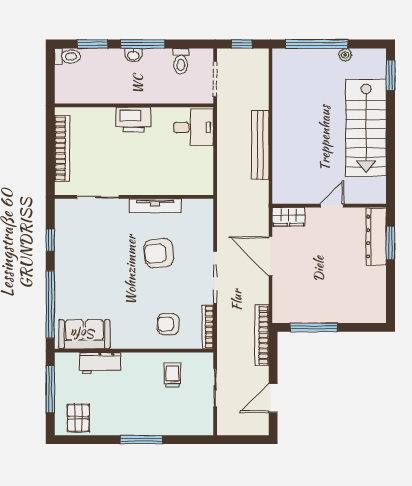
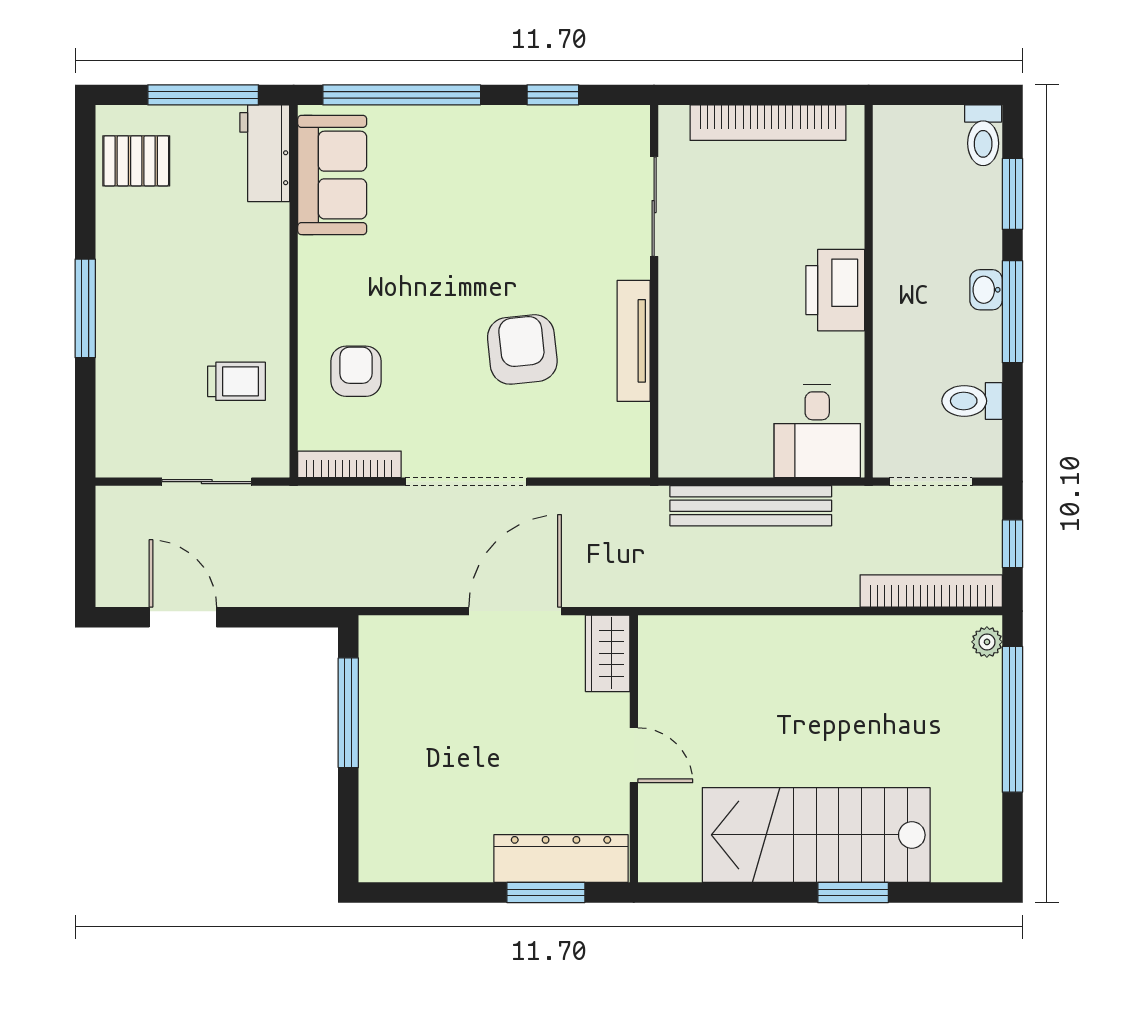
plant: (345, 55) -> (987, 642), moved
window: (391, 75) -> (853, 893), moved
bench: (260, 145) -> (751, 506), moved
bookcase: (262, 335) -> (931, 591), moved
workbench: (100, 363) -> (265, 153), moved

